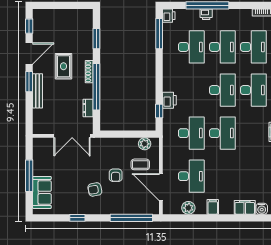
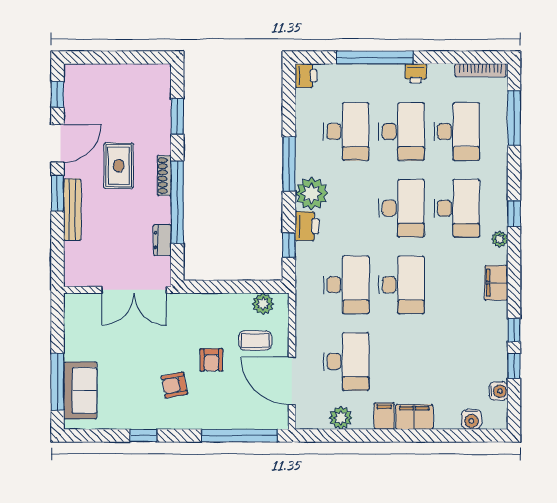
printer: (206, 14) -> (416, 73), moved
window: (159, 34) -> (289, 164), moved
plant: (172, 82) -> (312, 193), added
window: (29, 176) -> (57, 382), moved
filing cabinet: (245, 207) -> (414, 417), moved

